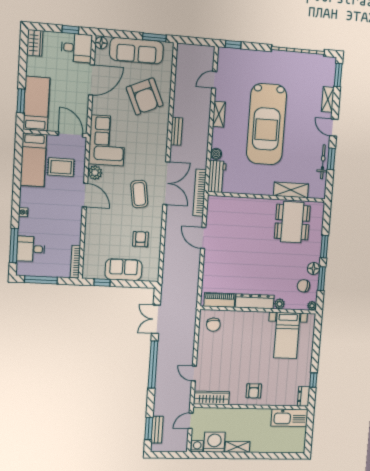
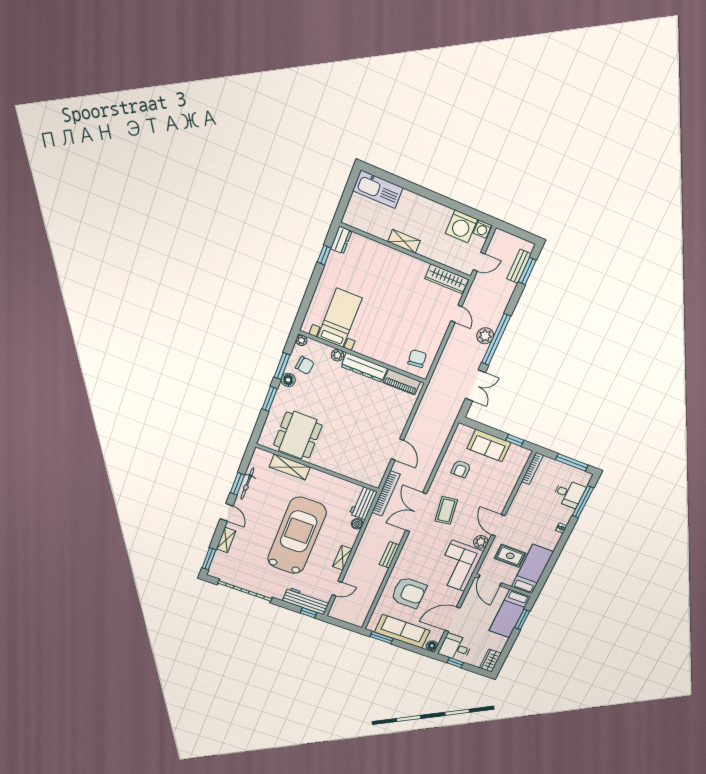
workbench: (239, 57) -> (306, 601), added
armchair: (145, 96) -> (409, 593), turned 114
plant: (163, 364) -> (485, 336), added
armchair: (254, 391) -> (397, 269), removed
kitchen sink: (289, 418) -> (378, 189), moved, turned 180
shelving: (237, 447) -> (404, 241), moved

